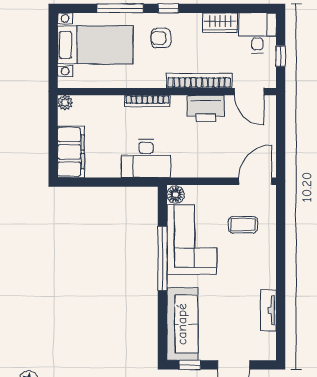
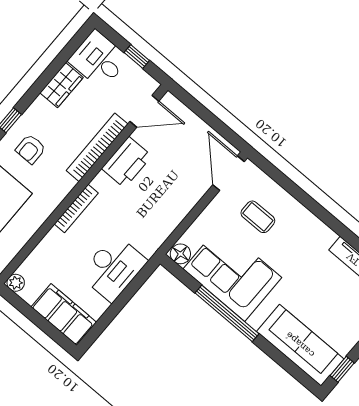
desk: (146, 158) -> (113, 268), moved
coffee table: (243, 225) -> (258, 217), turned 90

